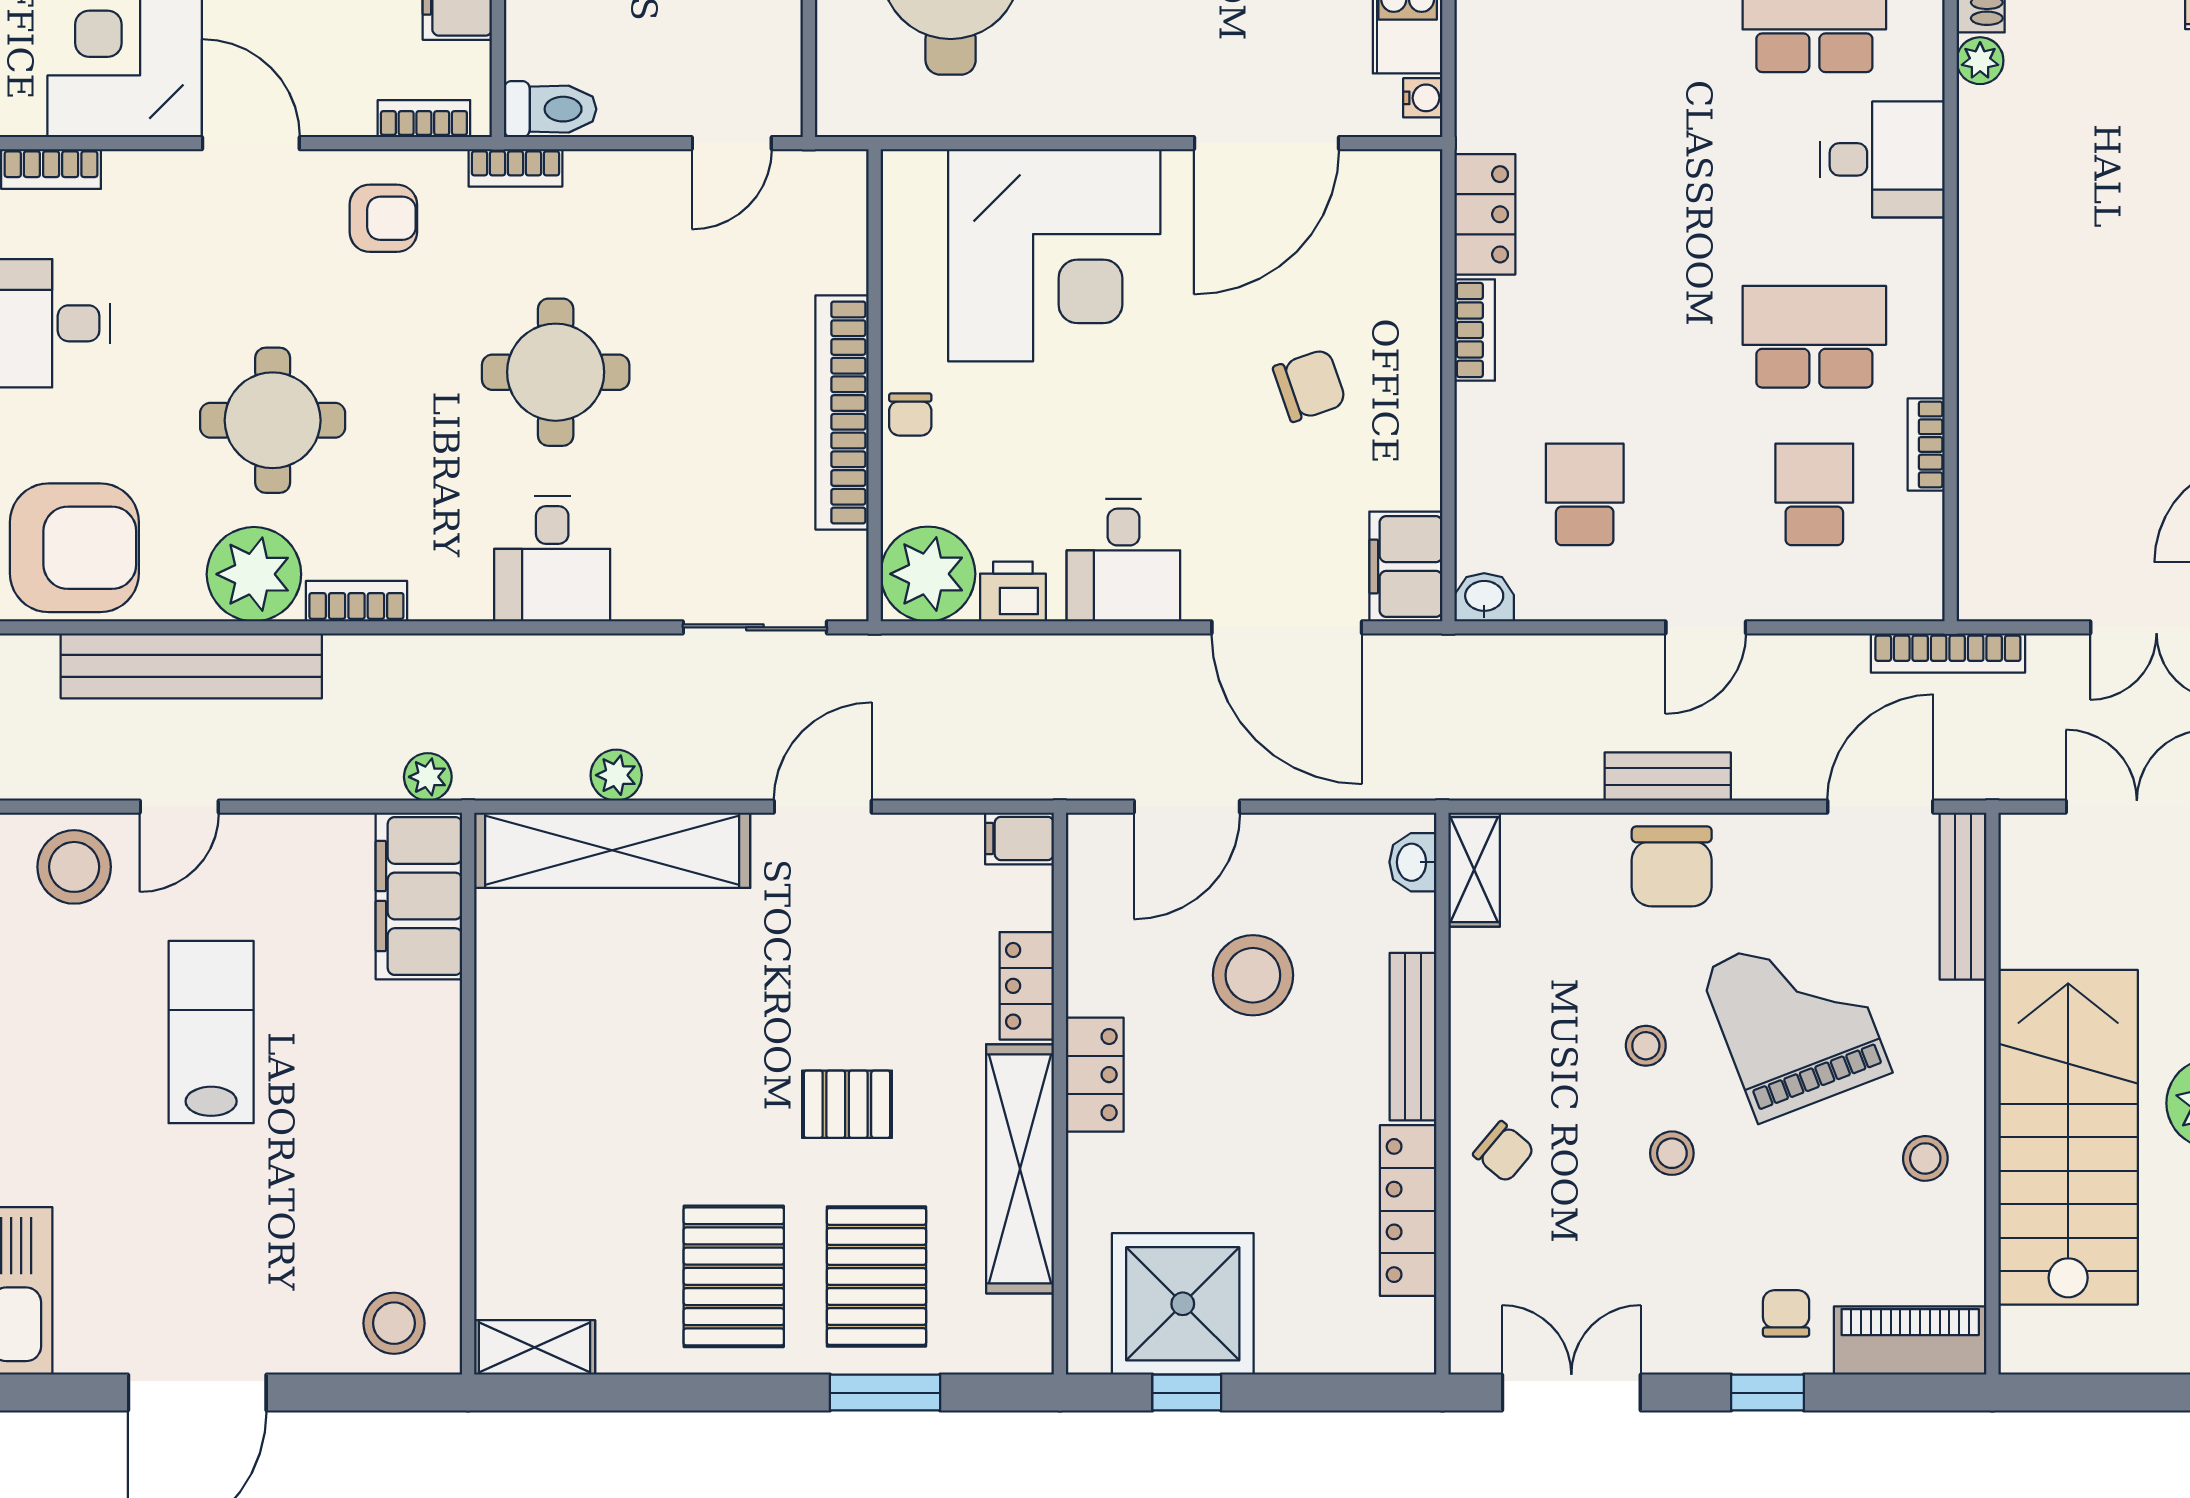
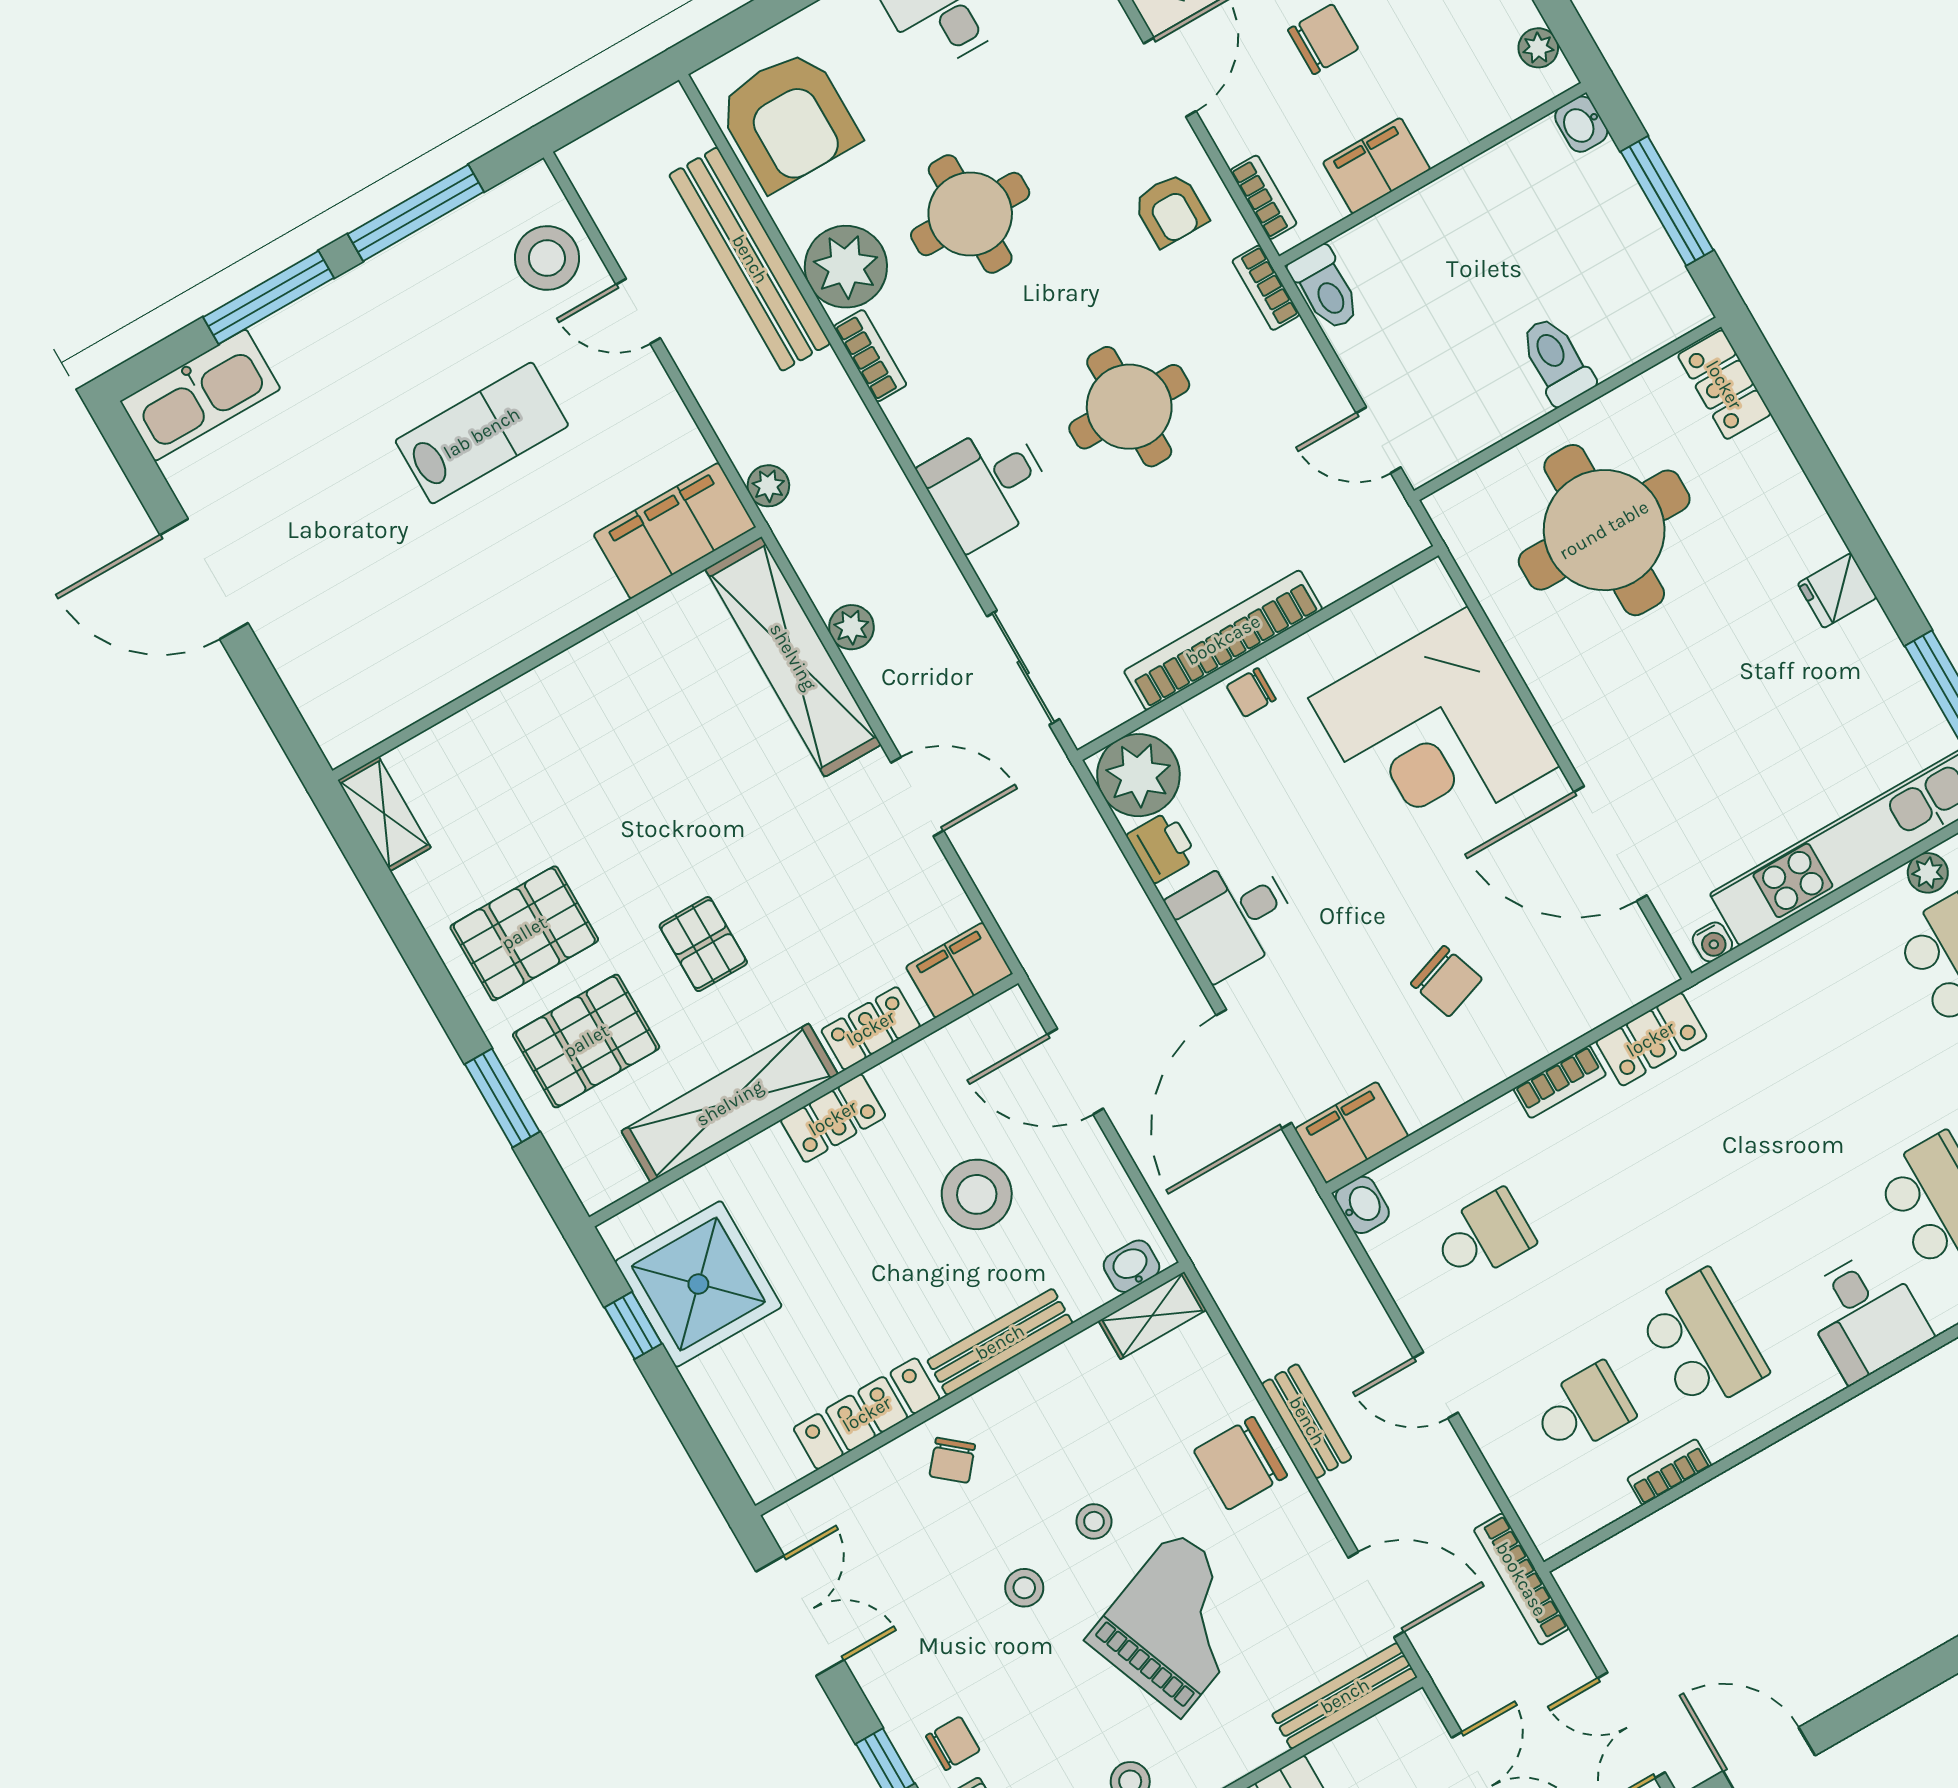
filing cabinet: (1019, 838) -> (959, 970), width x2.00
stool: (394, 1323) -> (342, 697), removed

